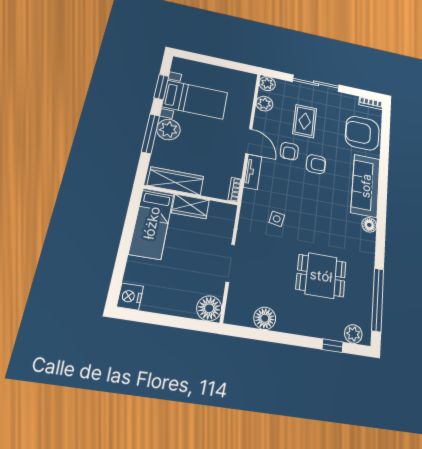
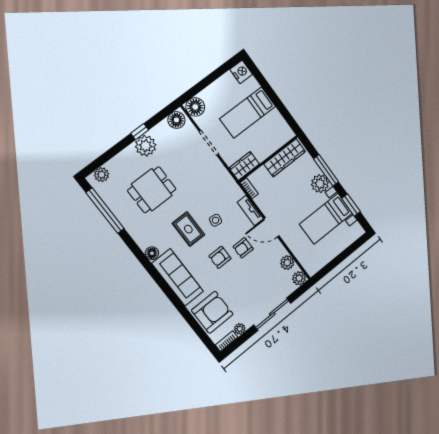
plant: (352, 100) -> (240, 329), added
rug: (305, 121) -> (188, 229), moved
armchair: (289, 151) -> (243, 248), turned -90
wardrobe: (191, 206) -> (244, 166), moved
side table: (277, 219) -> (216, 220), moved
bed: (152, 223) -> (248, 113), moved, turned -90
floor lamp: (265, 318) -> (176, 120), moved
plant: (290, 320) -> (146, 146), added
window: (333, 346) -> (140, 132), moved

